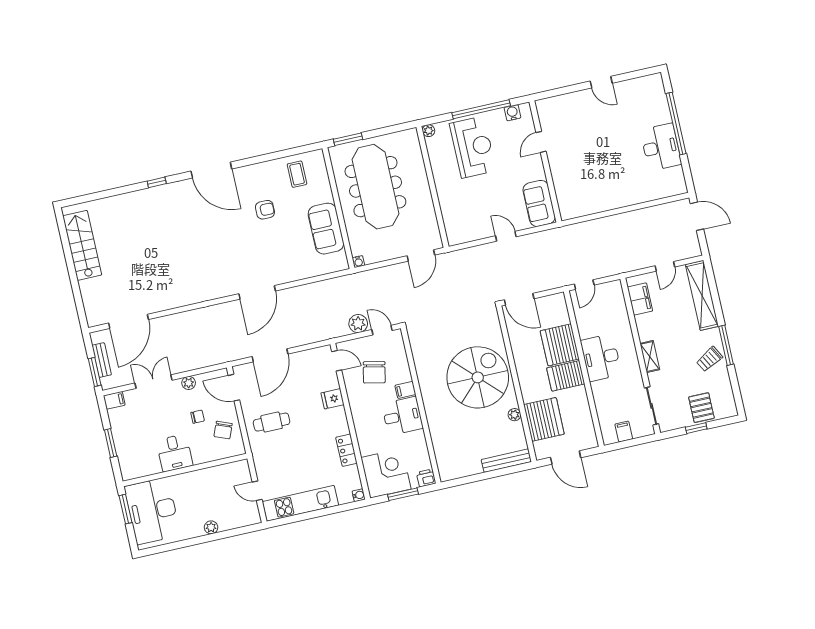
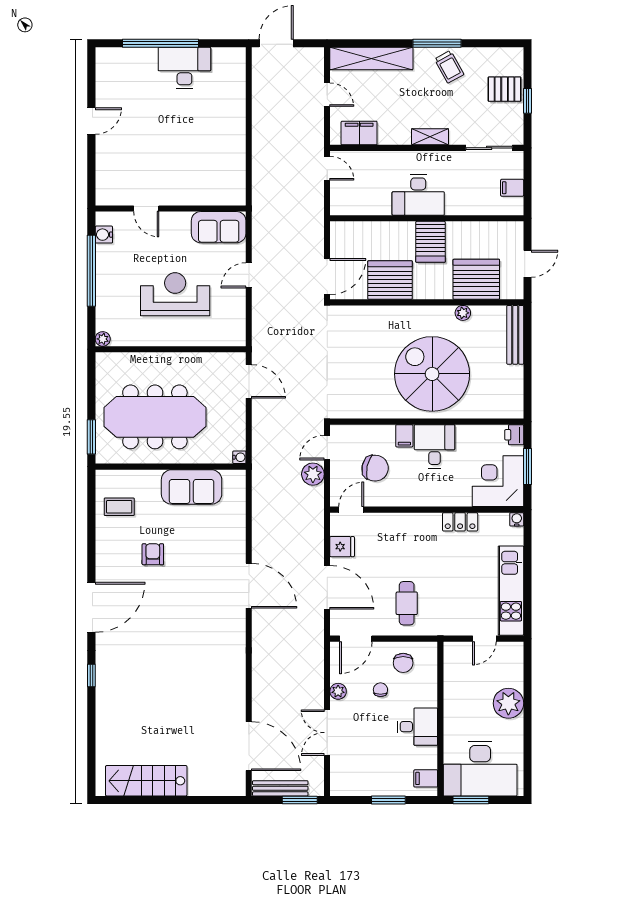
reception desk: (473, 147) -> (175, 294), moved
door: (584, 285) -> (327, 168), moved
server rack: (560, 345) -> (390, 280), moved, turned 180
bench: (102, 360) -> (280, 788), width x1.36
spiral stairs: (478, 377) -> (432, 374), moved
fridge: (332, 399) -> (342, 547), moved, turned -90
filing cabinet: (114, 400) -> (426, 778), moved, turned -90
chair: (223, 430) -> (403, 663), turned 68
door: (566, 458) -> (527, 264), width x0.73
plant: (211, 527) -> (508, 703), width x1.88, depth x1.88

